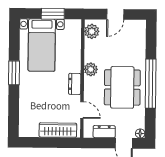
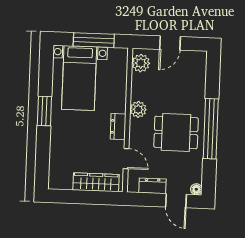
window: (53, 14) -> (94, 40), width x1.44
dining table: (122, 87) -> (176, 132), width x0.73

